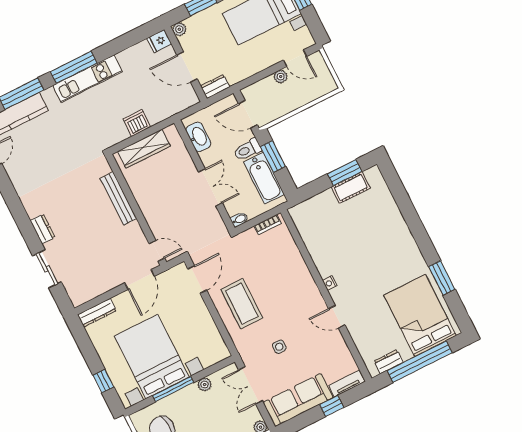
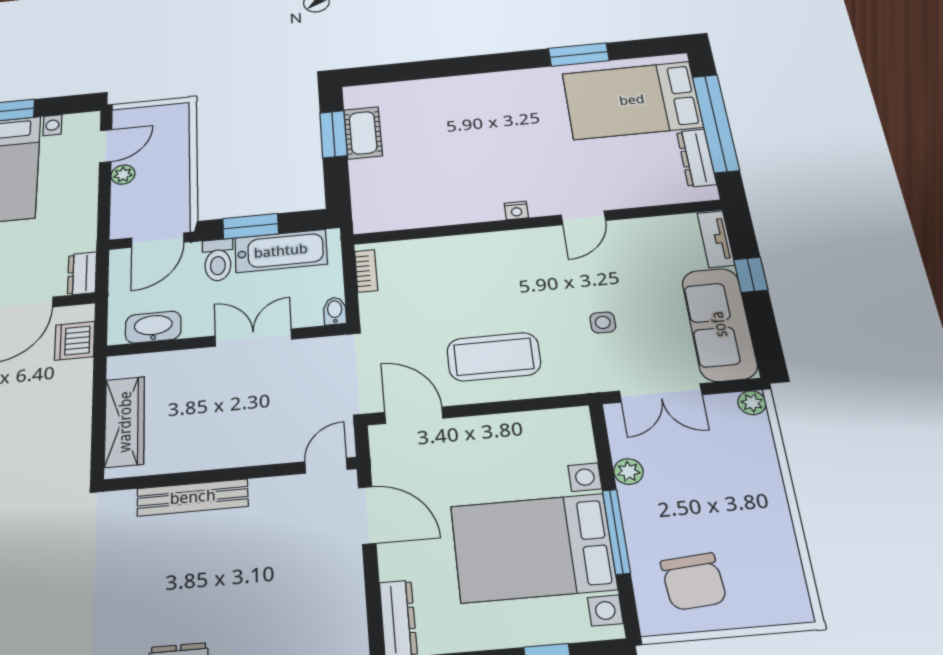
dishwasher: (137, 123) -> (75, 341), moved
dresser: (389, 362) -> (696, 158), width x1.44

